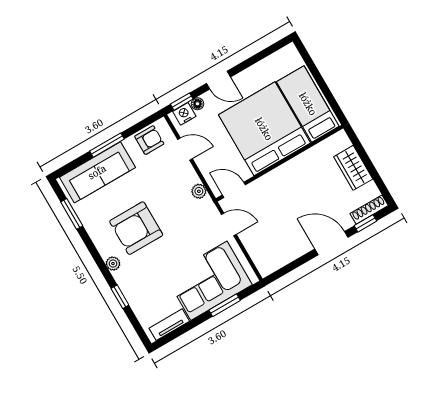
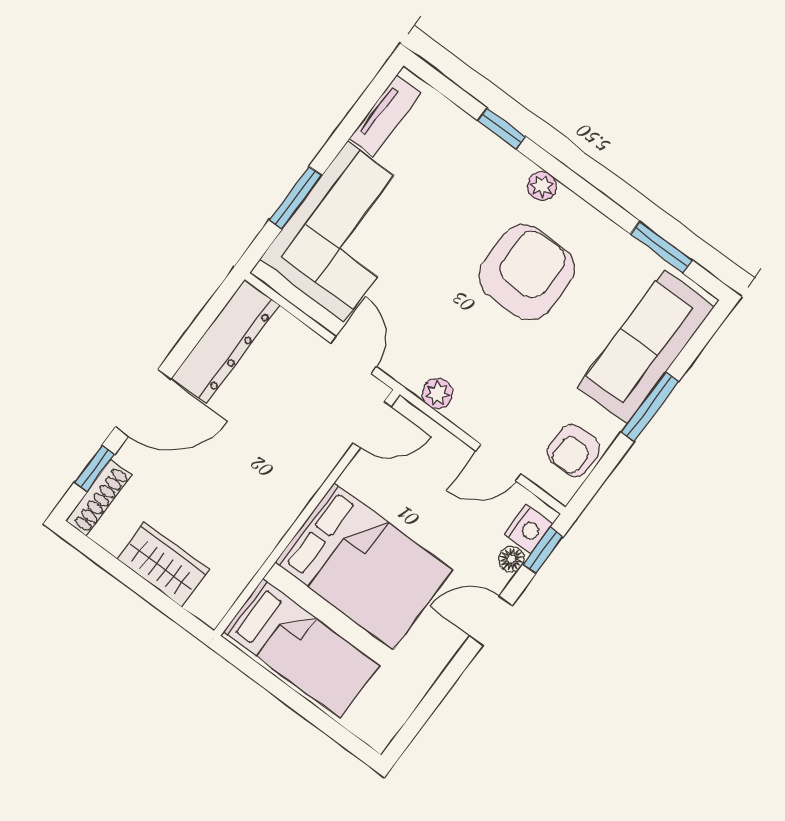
bed: (264, 129) -> (364, 566), width x0.73
door: (229, 224) -> (354, 355), swing flipped
dresser: (283, 255) -> (226, 342), added

